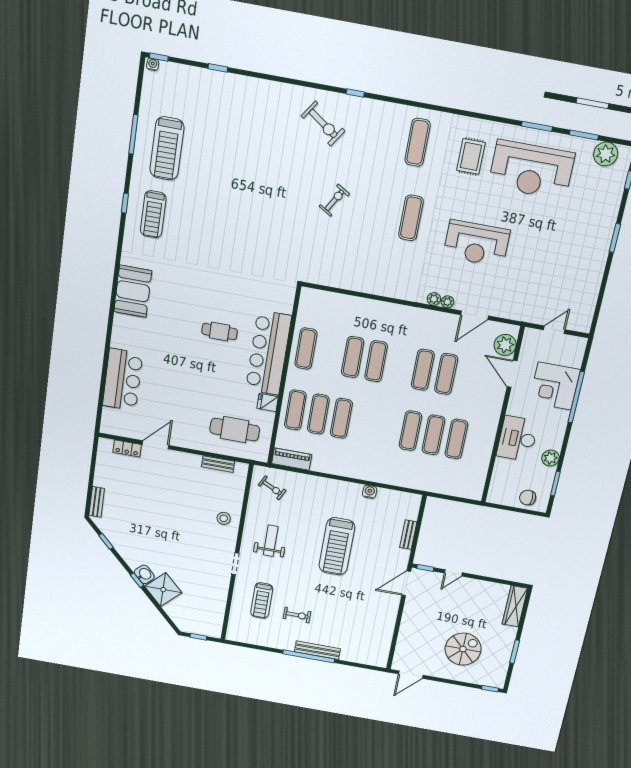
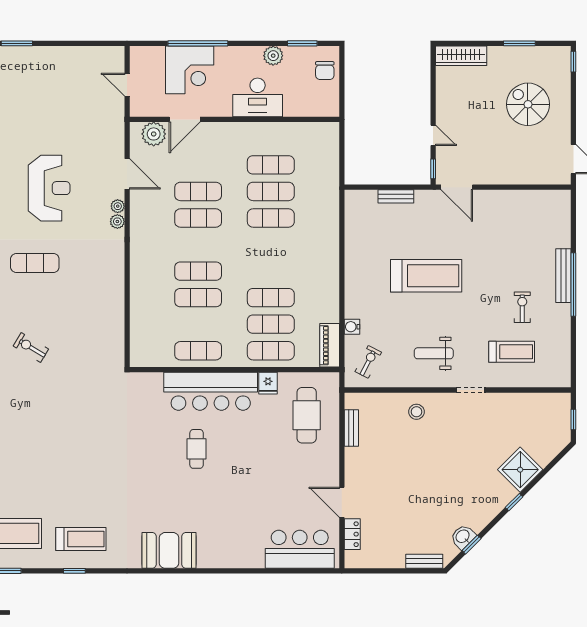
bar counter: (123, 380) -> (300, 549), moved
water cooler: (370, 492) -> (352, 327), moved
washbasin: (144, 574) -> (463, 537), moved

